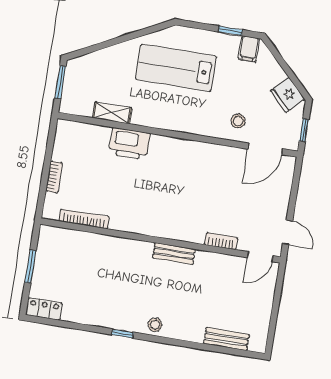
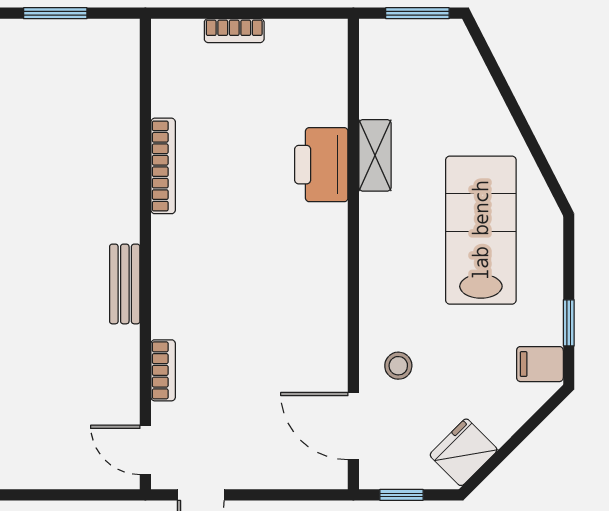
shelving: (112, 113) -> (375, 155), moved
bookcase: (84, 219) -> (163, 166), moved

